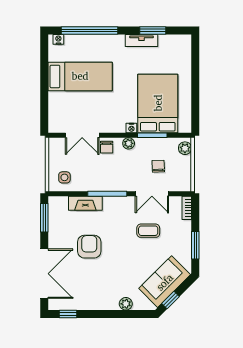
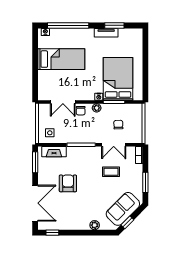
plant: (185, 148) -> (138, 111), removed
fireplace: (85, 203) -> (54, 152), moved

